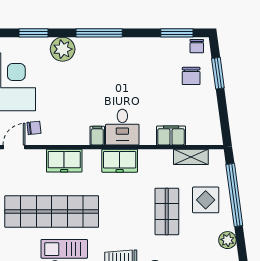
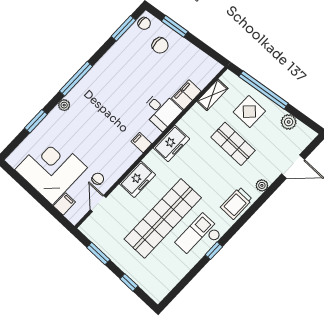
plant: (63, 49) -> (64, 105), width x0.53, depth x0.53
desk: (122, 127) -> (161, 111), moved

